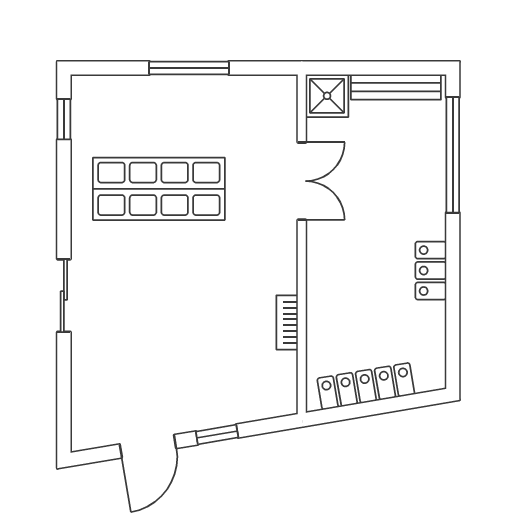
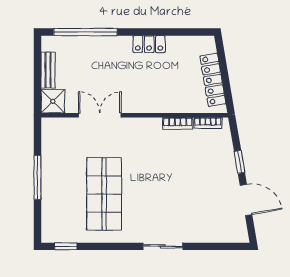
bench: (396, 87) -> (48, 70), width x0.73
bookcase: (288, 377) -> (208, 123), added

